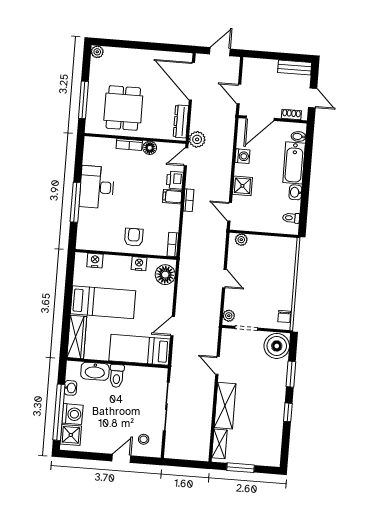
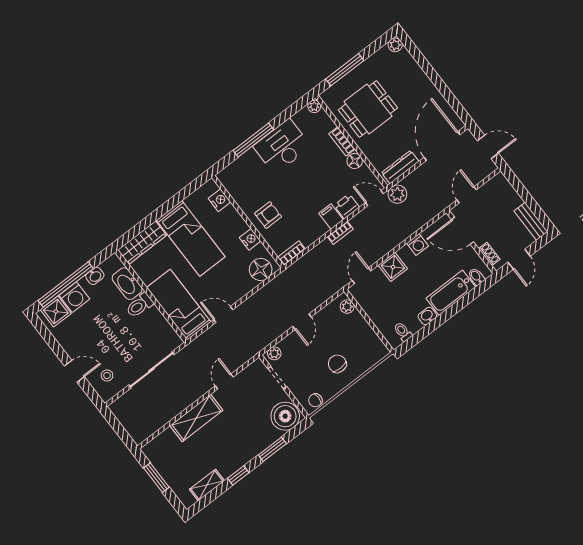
plant: (90, 142) -> (314, 106), added
chair: (273, 280) -> (337, 364), added
shelving: (219, 444) -> (207, 485), moved

